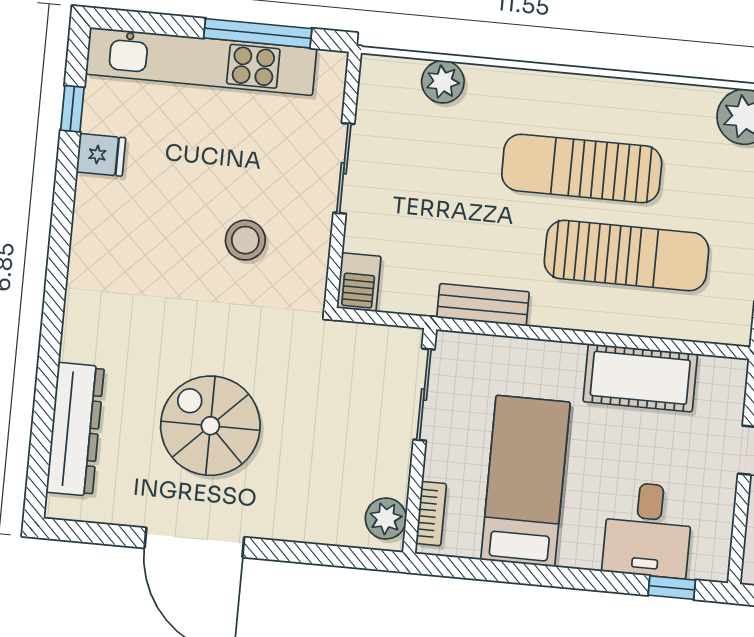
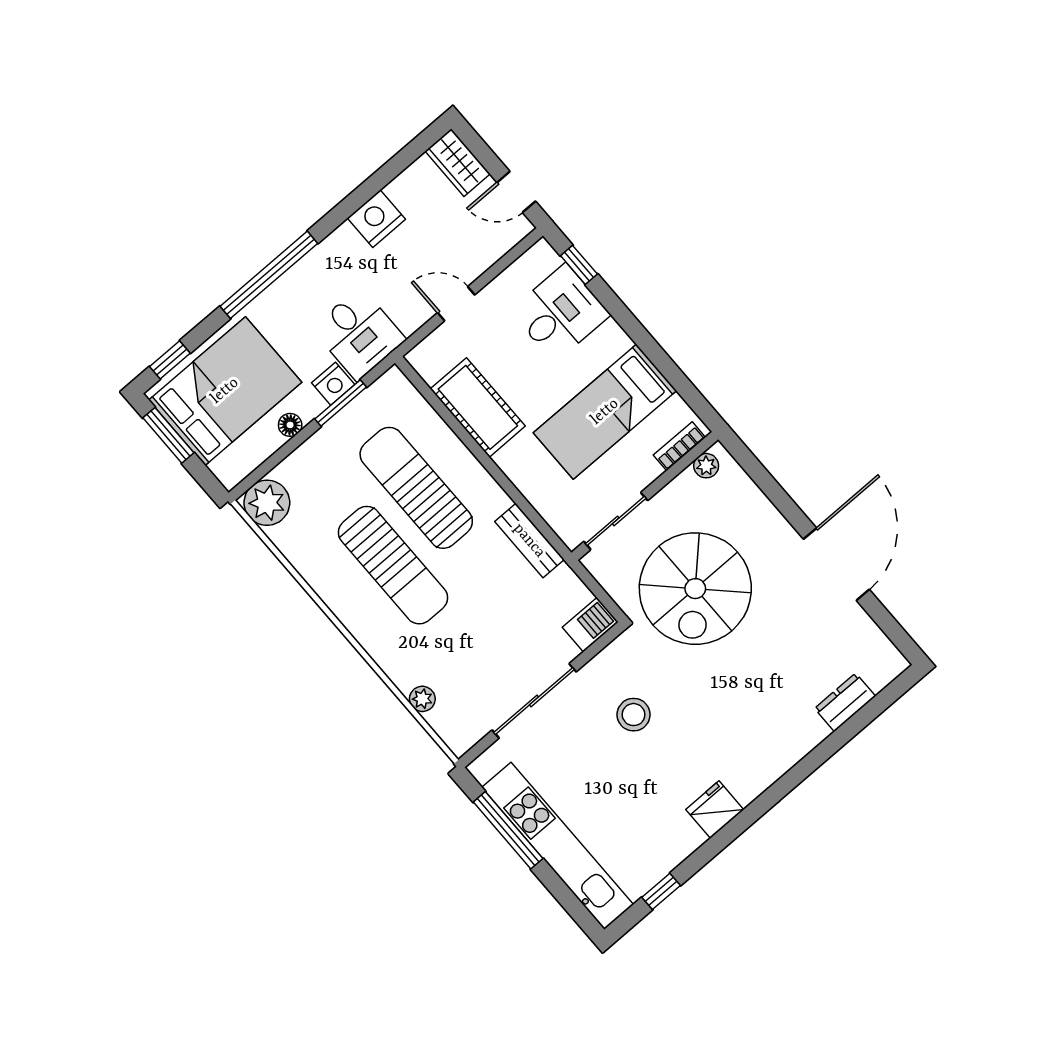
plant: (443, 82) -> (422, 699), width x0.73, depth x0.73
fridge: (101, 155) -> (715, 810), moved, width x1.38
sliding door: (344, 168) -> (534, 701), width x1.37
spiral stairs: (210, 426) -> (695, 589), moved, width x1.37, depth x1.37
dresser: (75, 429) -> (845, 702), width x0.51, depth x0.80
plant: (386, 518) -> (706, 466), width x0.73, depth x0.73

